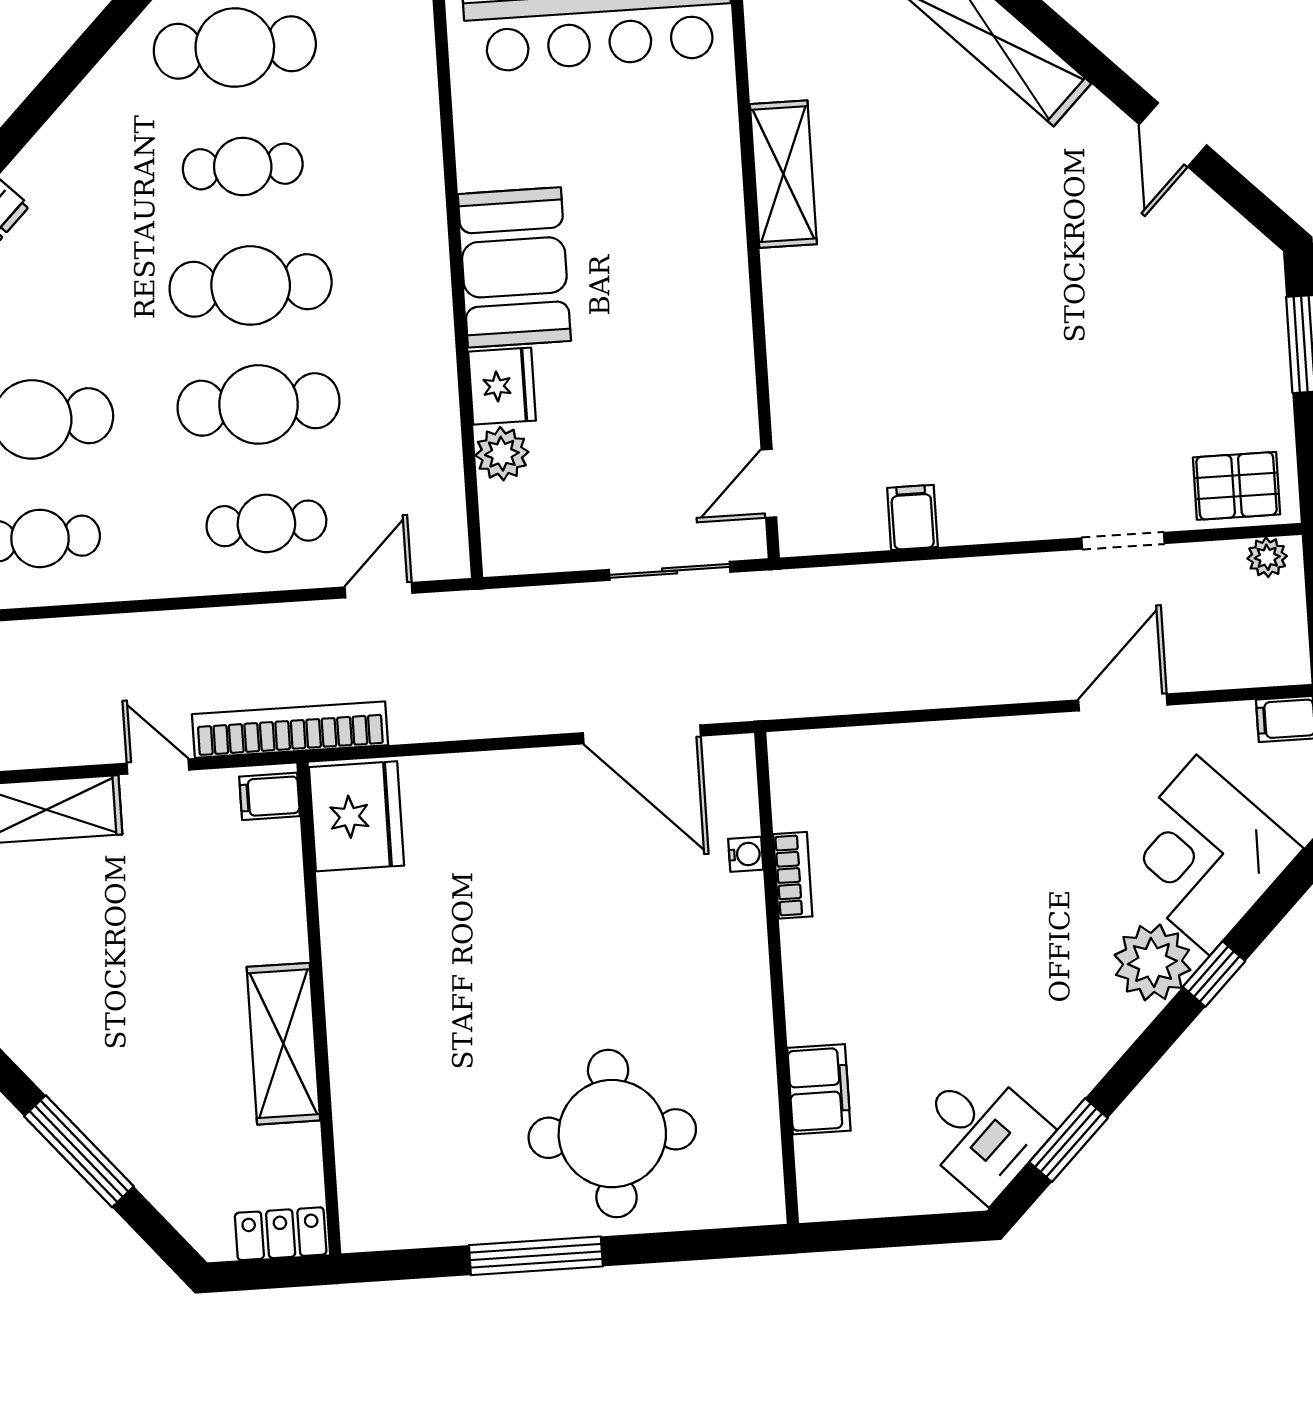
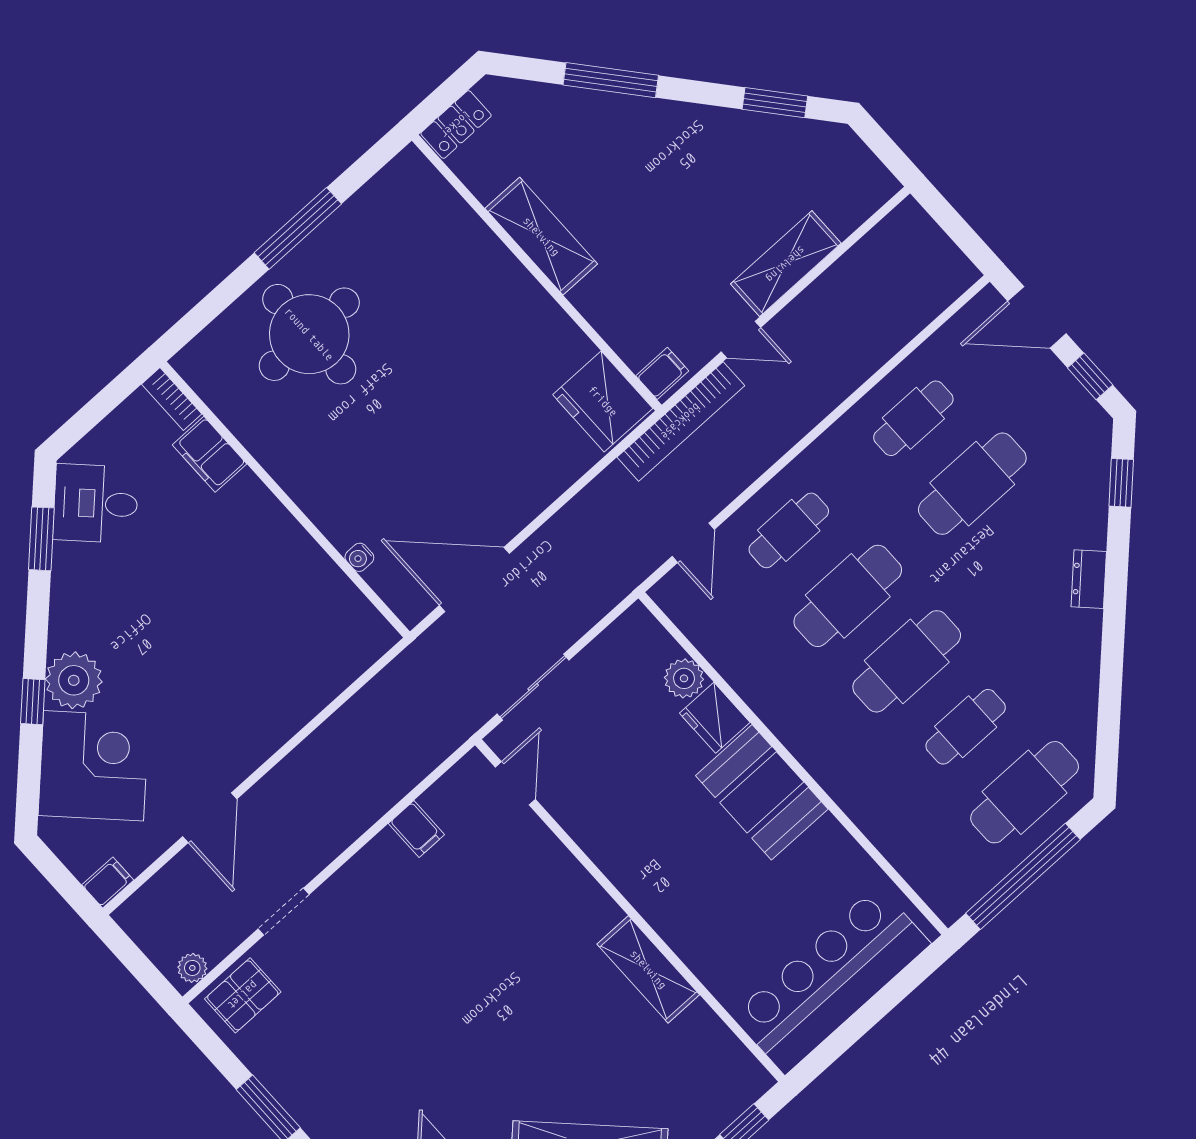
bookcase: (793, 875) -> (172, 399), moved

